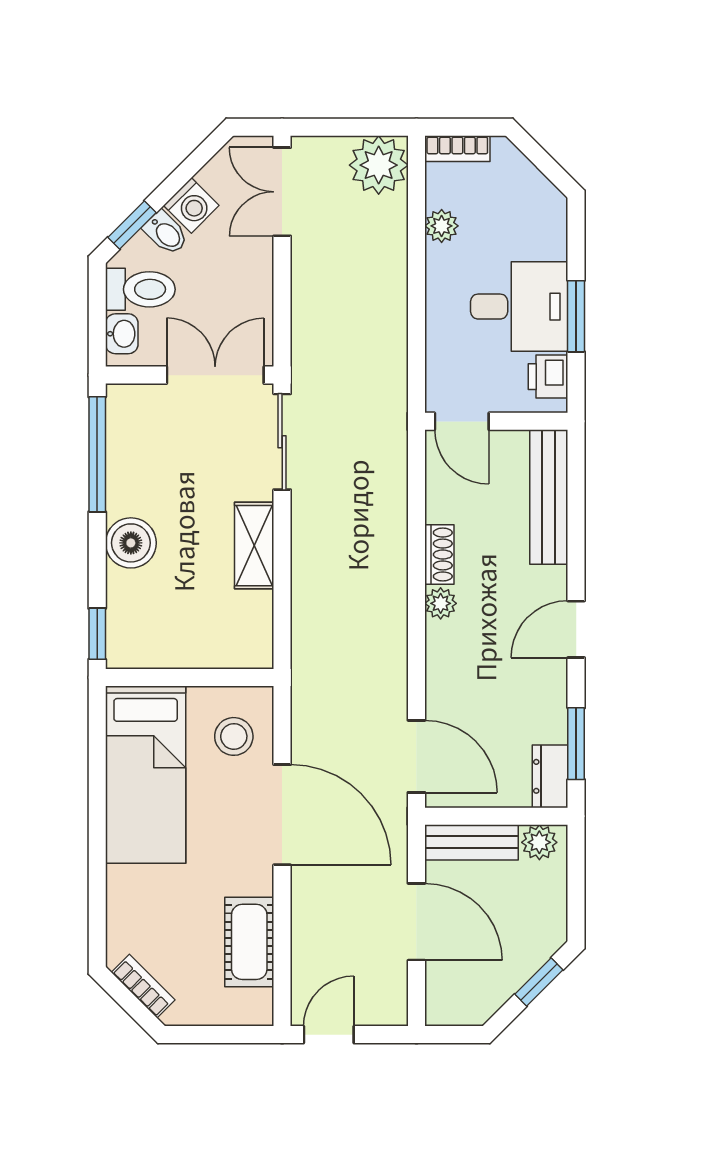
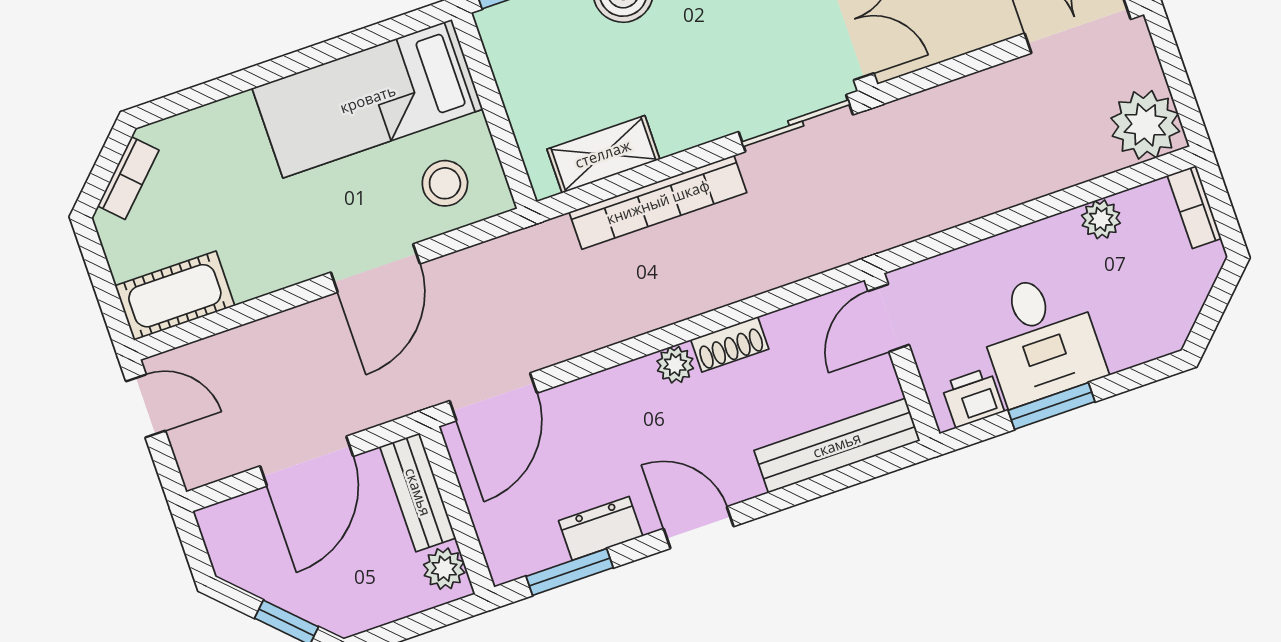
shelving: (254, 546) -> (603, 154), moved
bookcase: (307, 573) -> (658, 202), added
dresser: (550, 776) -> (601, 528), moved
door: (282, 815) -> (375, 268), width x0.73
cot: (249, 942) -> (175, 296), moved

